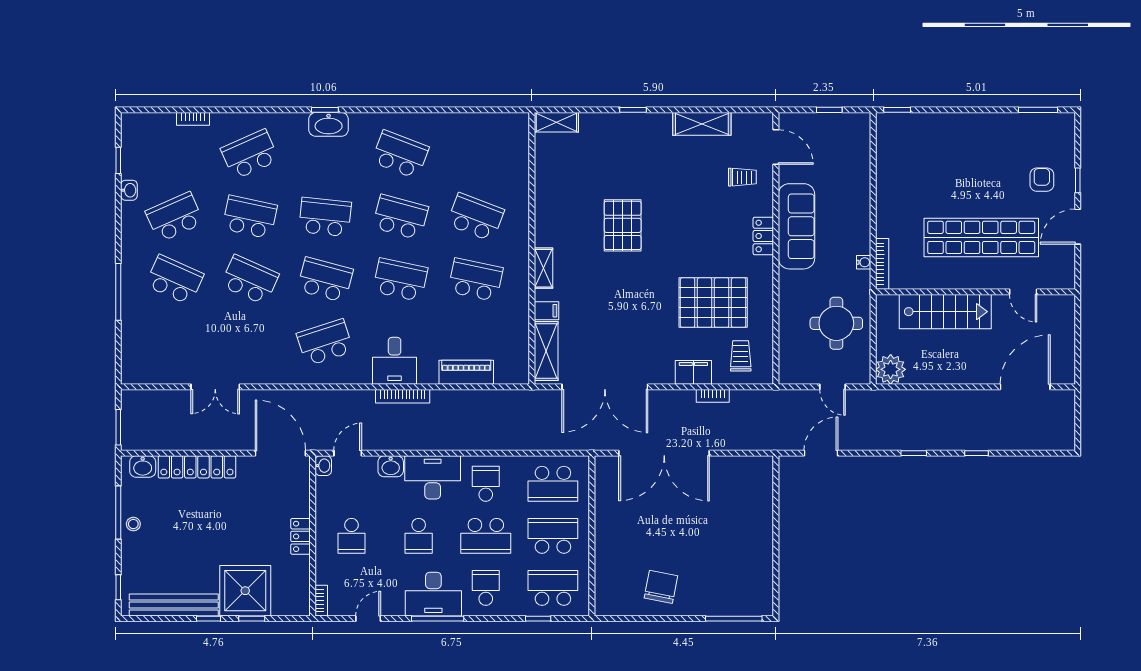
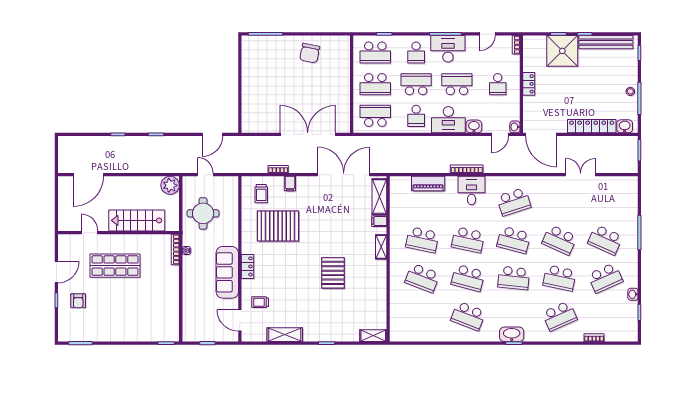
shop shelf: (981, 237) -> (115, 266), width x0.71
filing cabinet: (693, 372) -> (290, 184), width x0.50
school desk: (351, 536) -> (498, 84), turned 180
school desk: (419, 536) -> (457, 84), width x1.85

